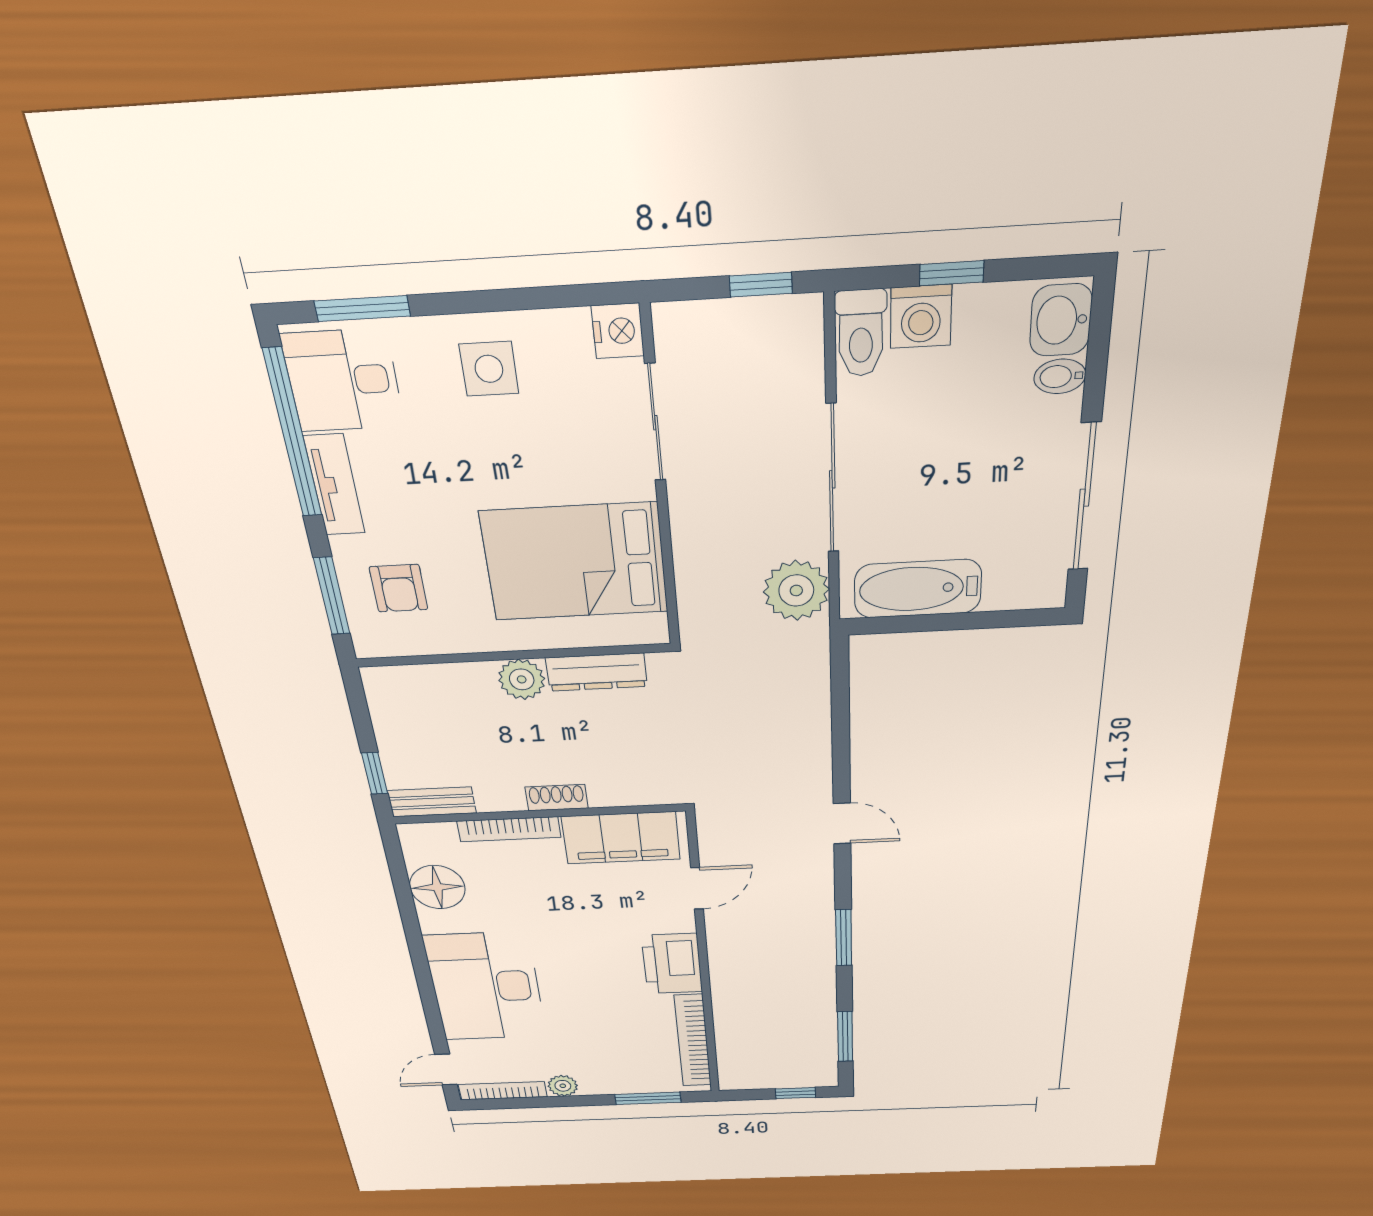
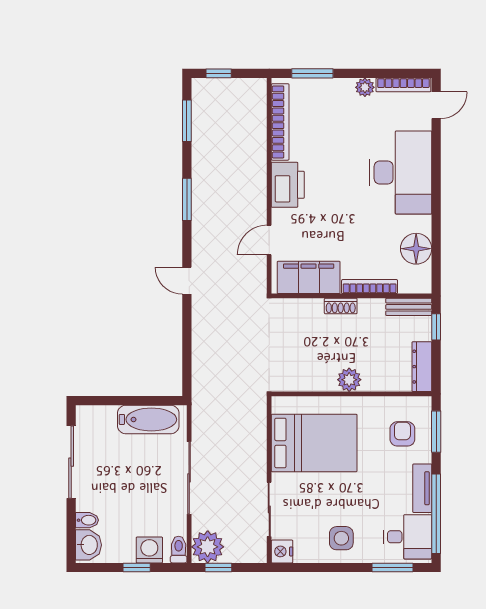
toilet: (861, 333) -> (179, 550), width x0.73, depth x0.72
plant: (796, 590) -> (208, 547), moved
dresser: (596, 672) -> (422, 367), moved, turned -90

